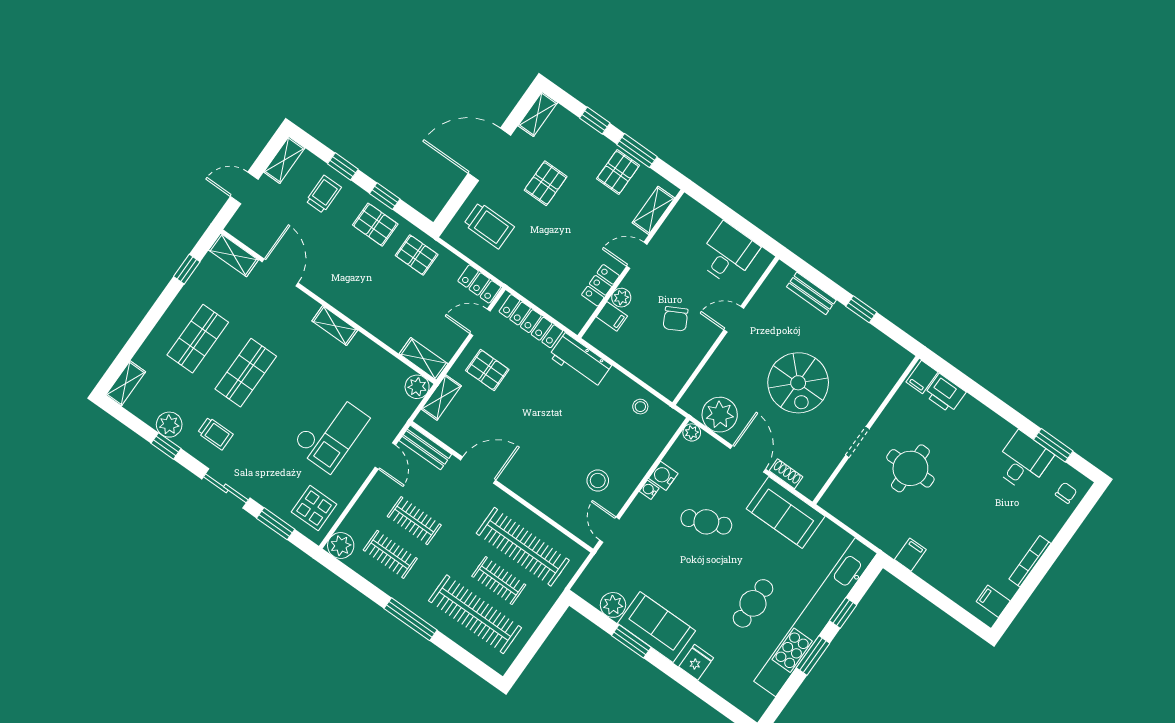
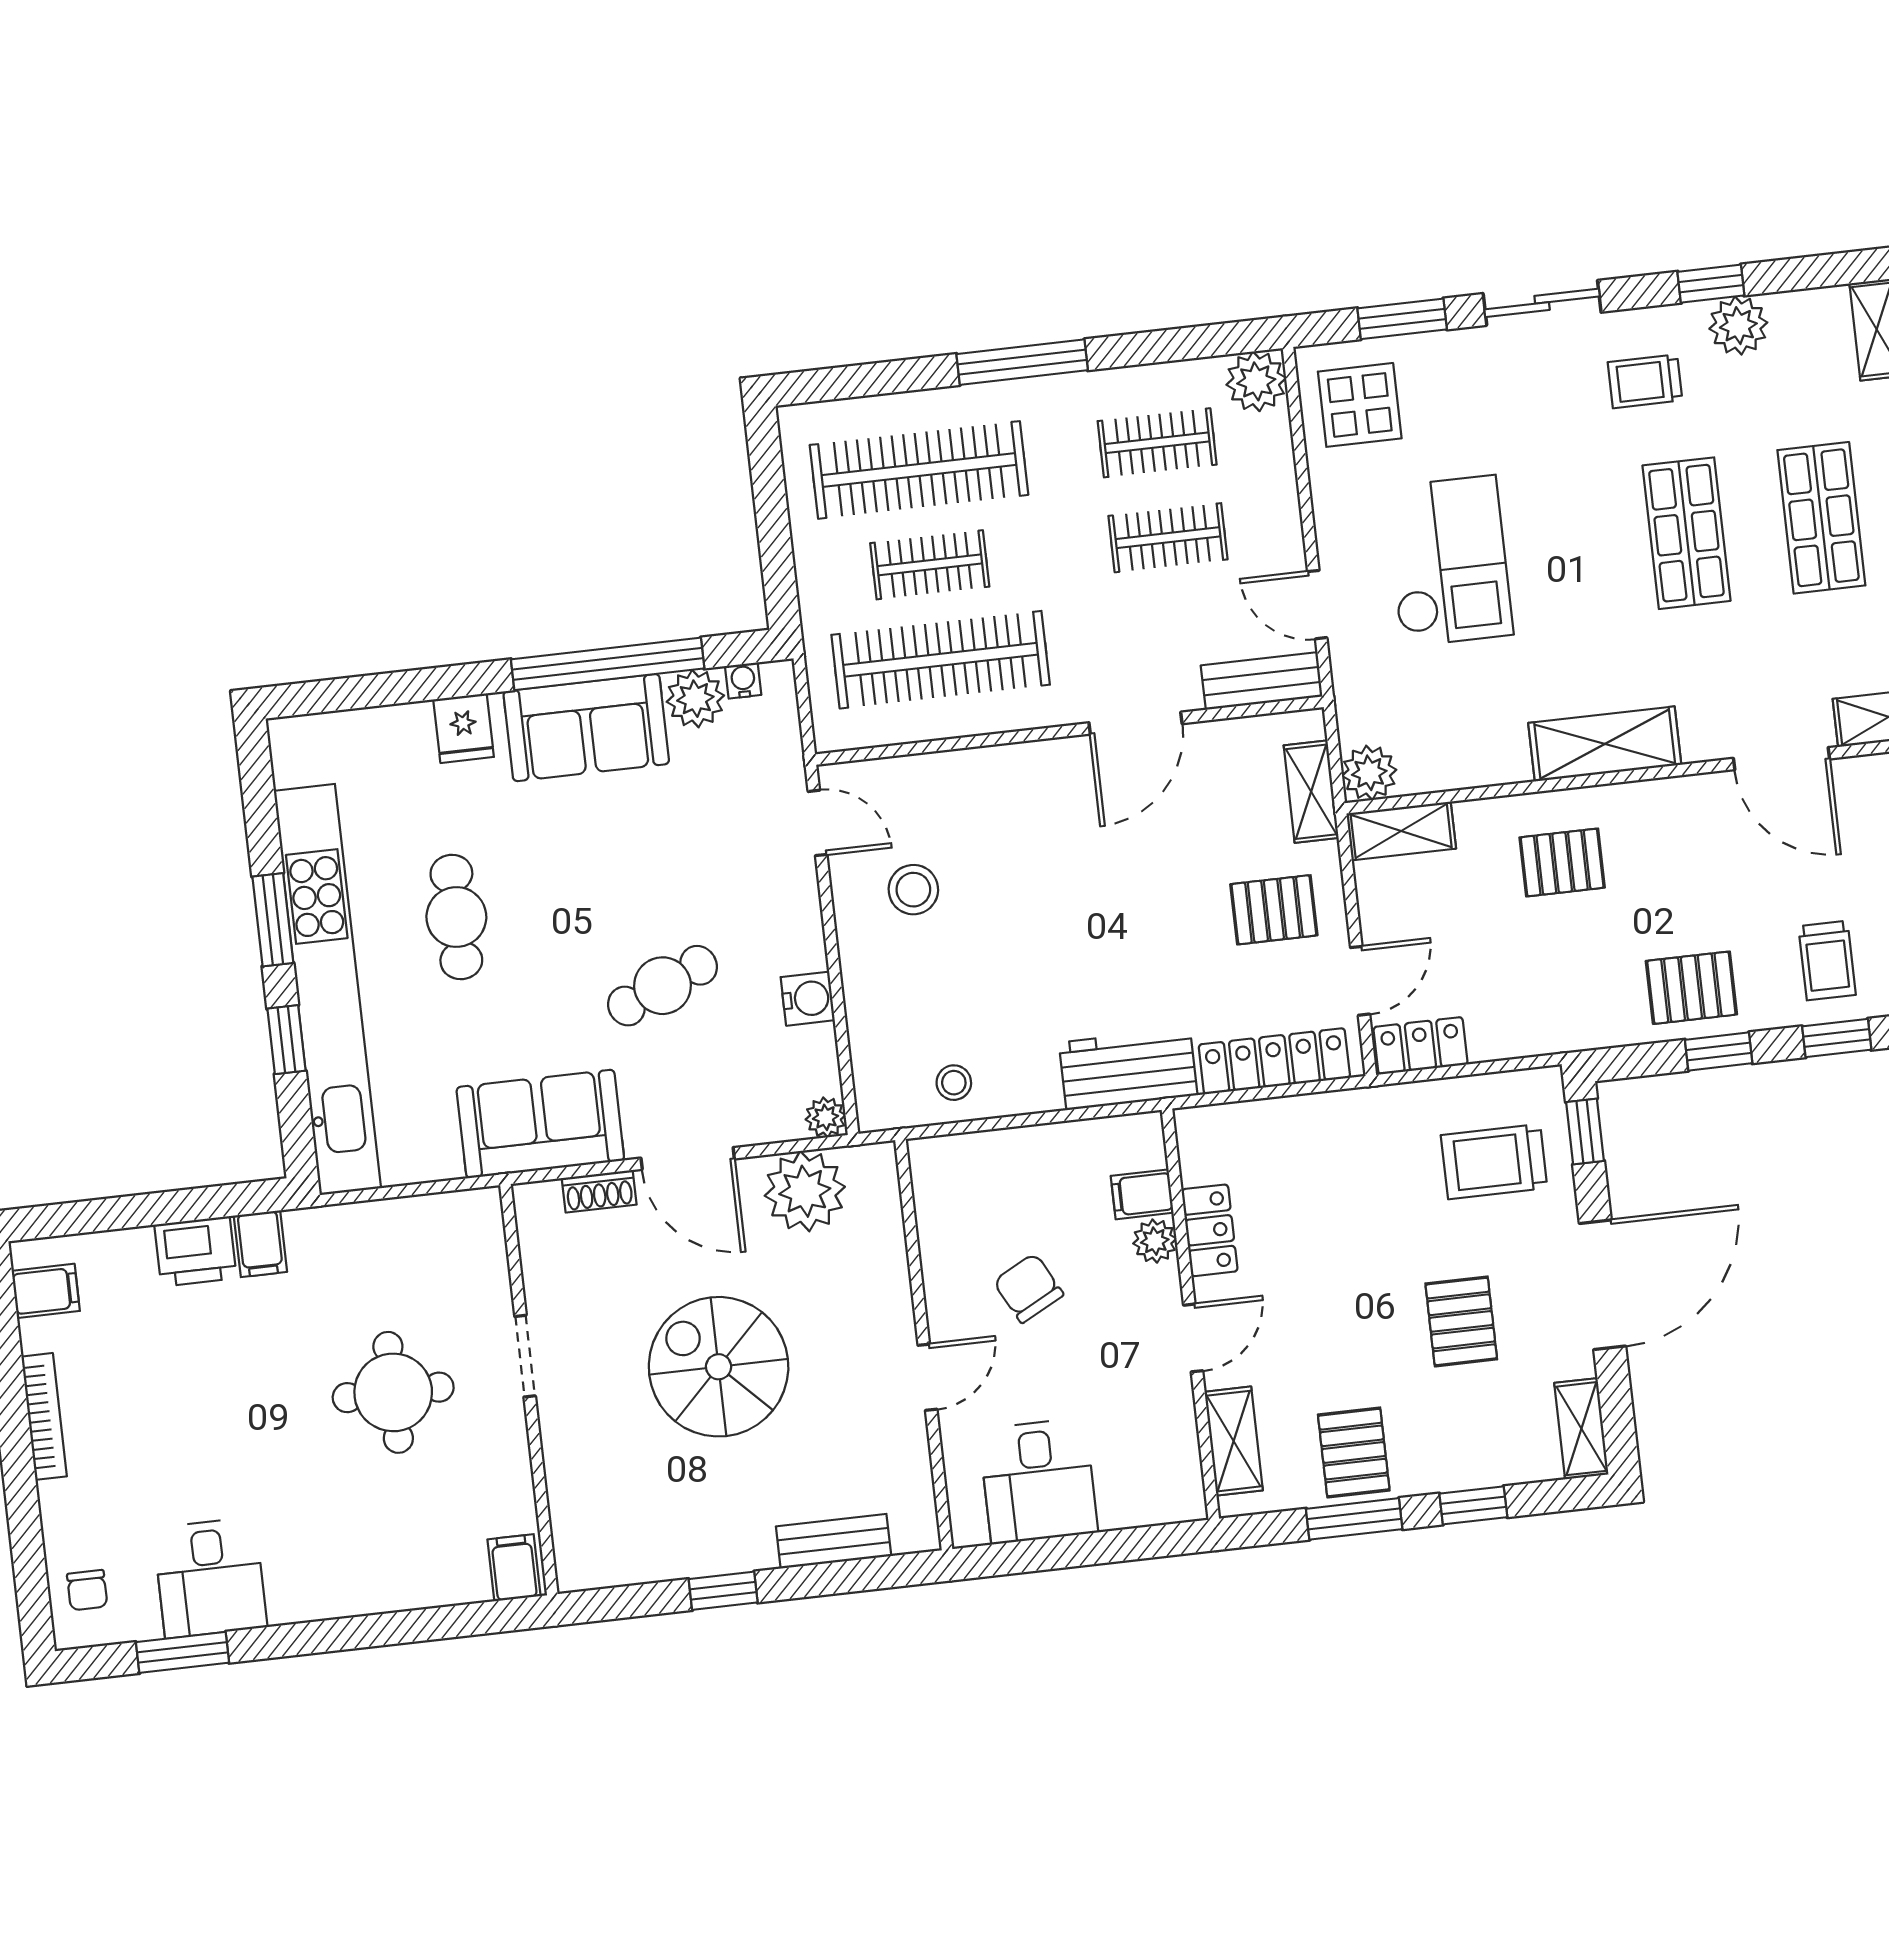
window: (451, 209) -> (1585, 1131), added
pallet: (417, 255) -> (1562, 862), moved
shelving: (335, 326) -> (1605, 744), width x1.50, depth x1.33
printer: (945, 393) -> (195, 1251), moved, turned 180
checkout: (330, 432) -> (1449, 561), turned 180
water cooler: (649, 490) -> (743, 681), moved, turned -90
window: (631, 641) -> (608, 664), width x2.11

